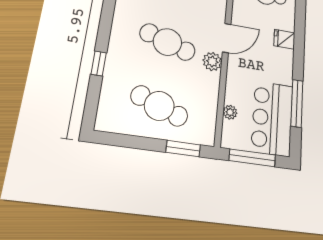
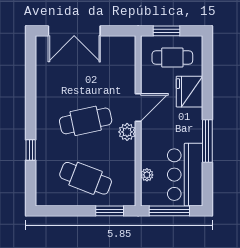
fridge: (284, 39) -> (189, 92), width x1.88, depth x1.34
cafe table: (167, 42) -> (86, 121), turned -30
window: (297, 103) -> (207, 141), moved

